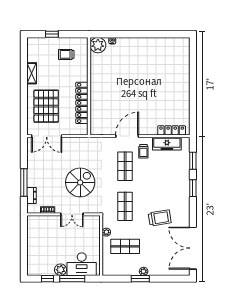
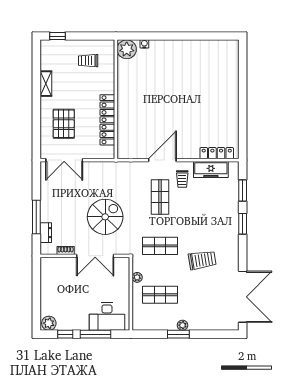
window: (52, 34) -> (57, 36), moved
pallet: (46, 106) -> (64, 124), width x0.73, depth x0.71
shop shelf: (125, 206) -> (160, 246), turned 90
double door: (72, 214) -> (95, 256), width x1.37
double door: (193, 248) -> (243, 297), swing flipped
plant: (60, 270) -> (49, 323), moved

